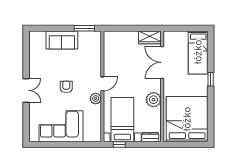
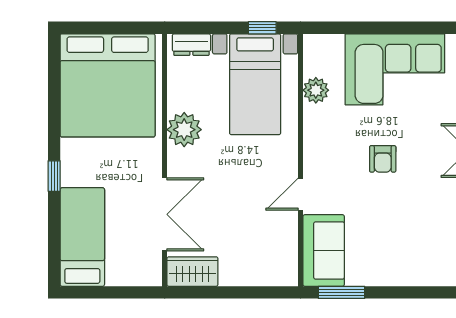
sofa: (62, 40) -> (324, 250), moved, turned 90
door: (102, 84) -> (301, 194), moved
plant: (96, 99) -> (316, 90), moved

